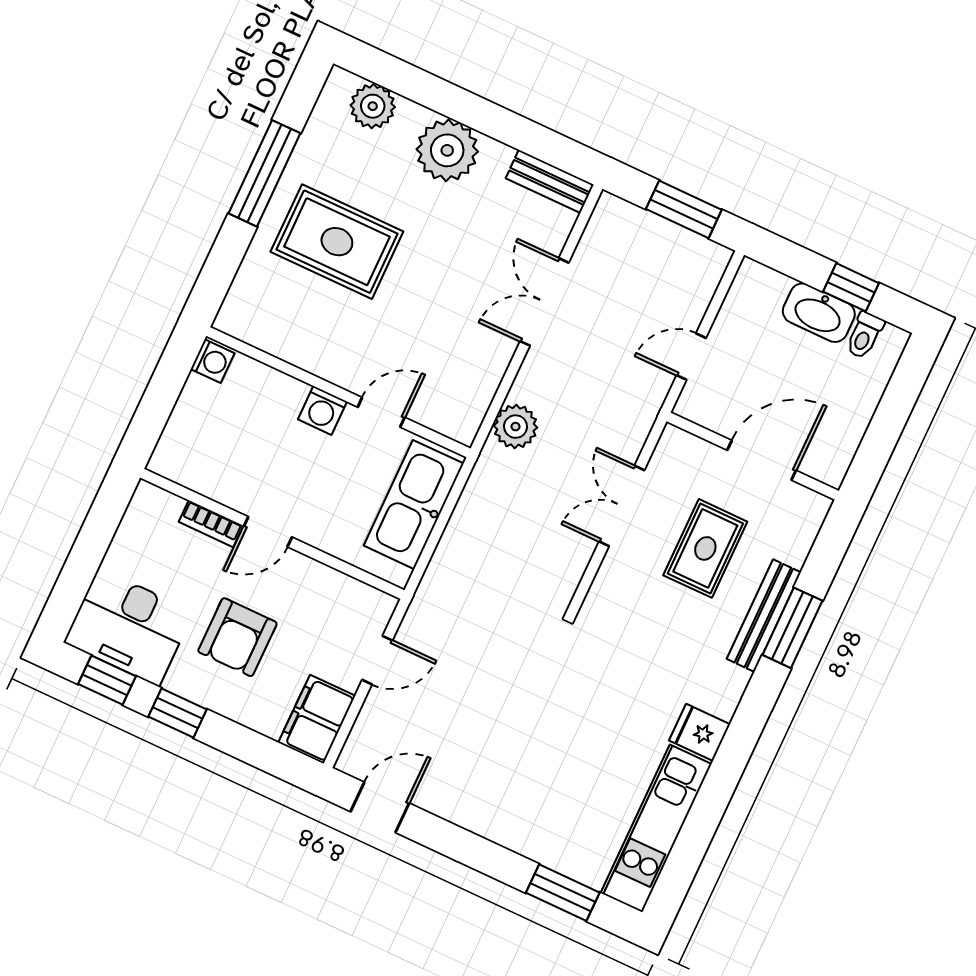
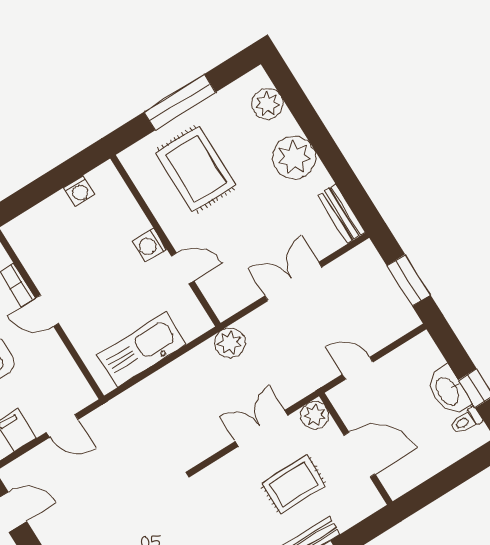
wall: (338, 392) -> (165, 241), moved
washing machine: (322, 410) -> (149, 245), moved
door: (381, 412) -> (183, 268), moved
plant: (676, 448) -> (315, 415), added

